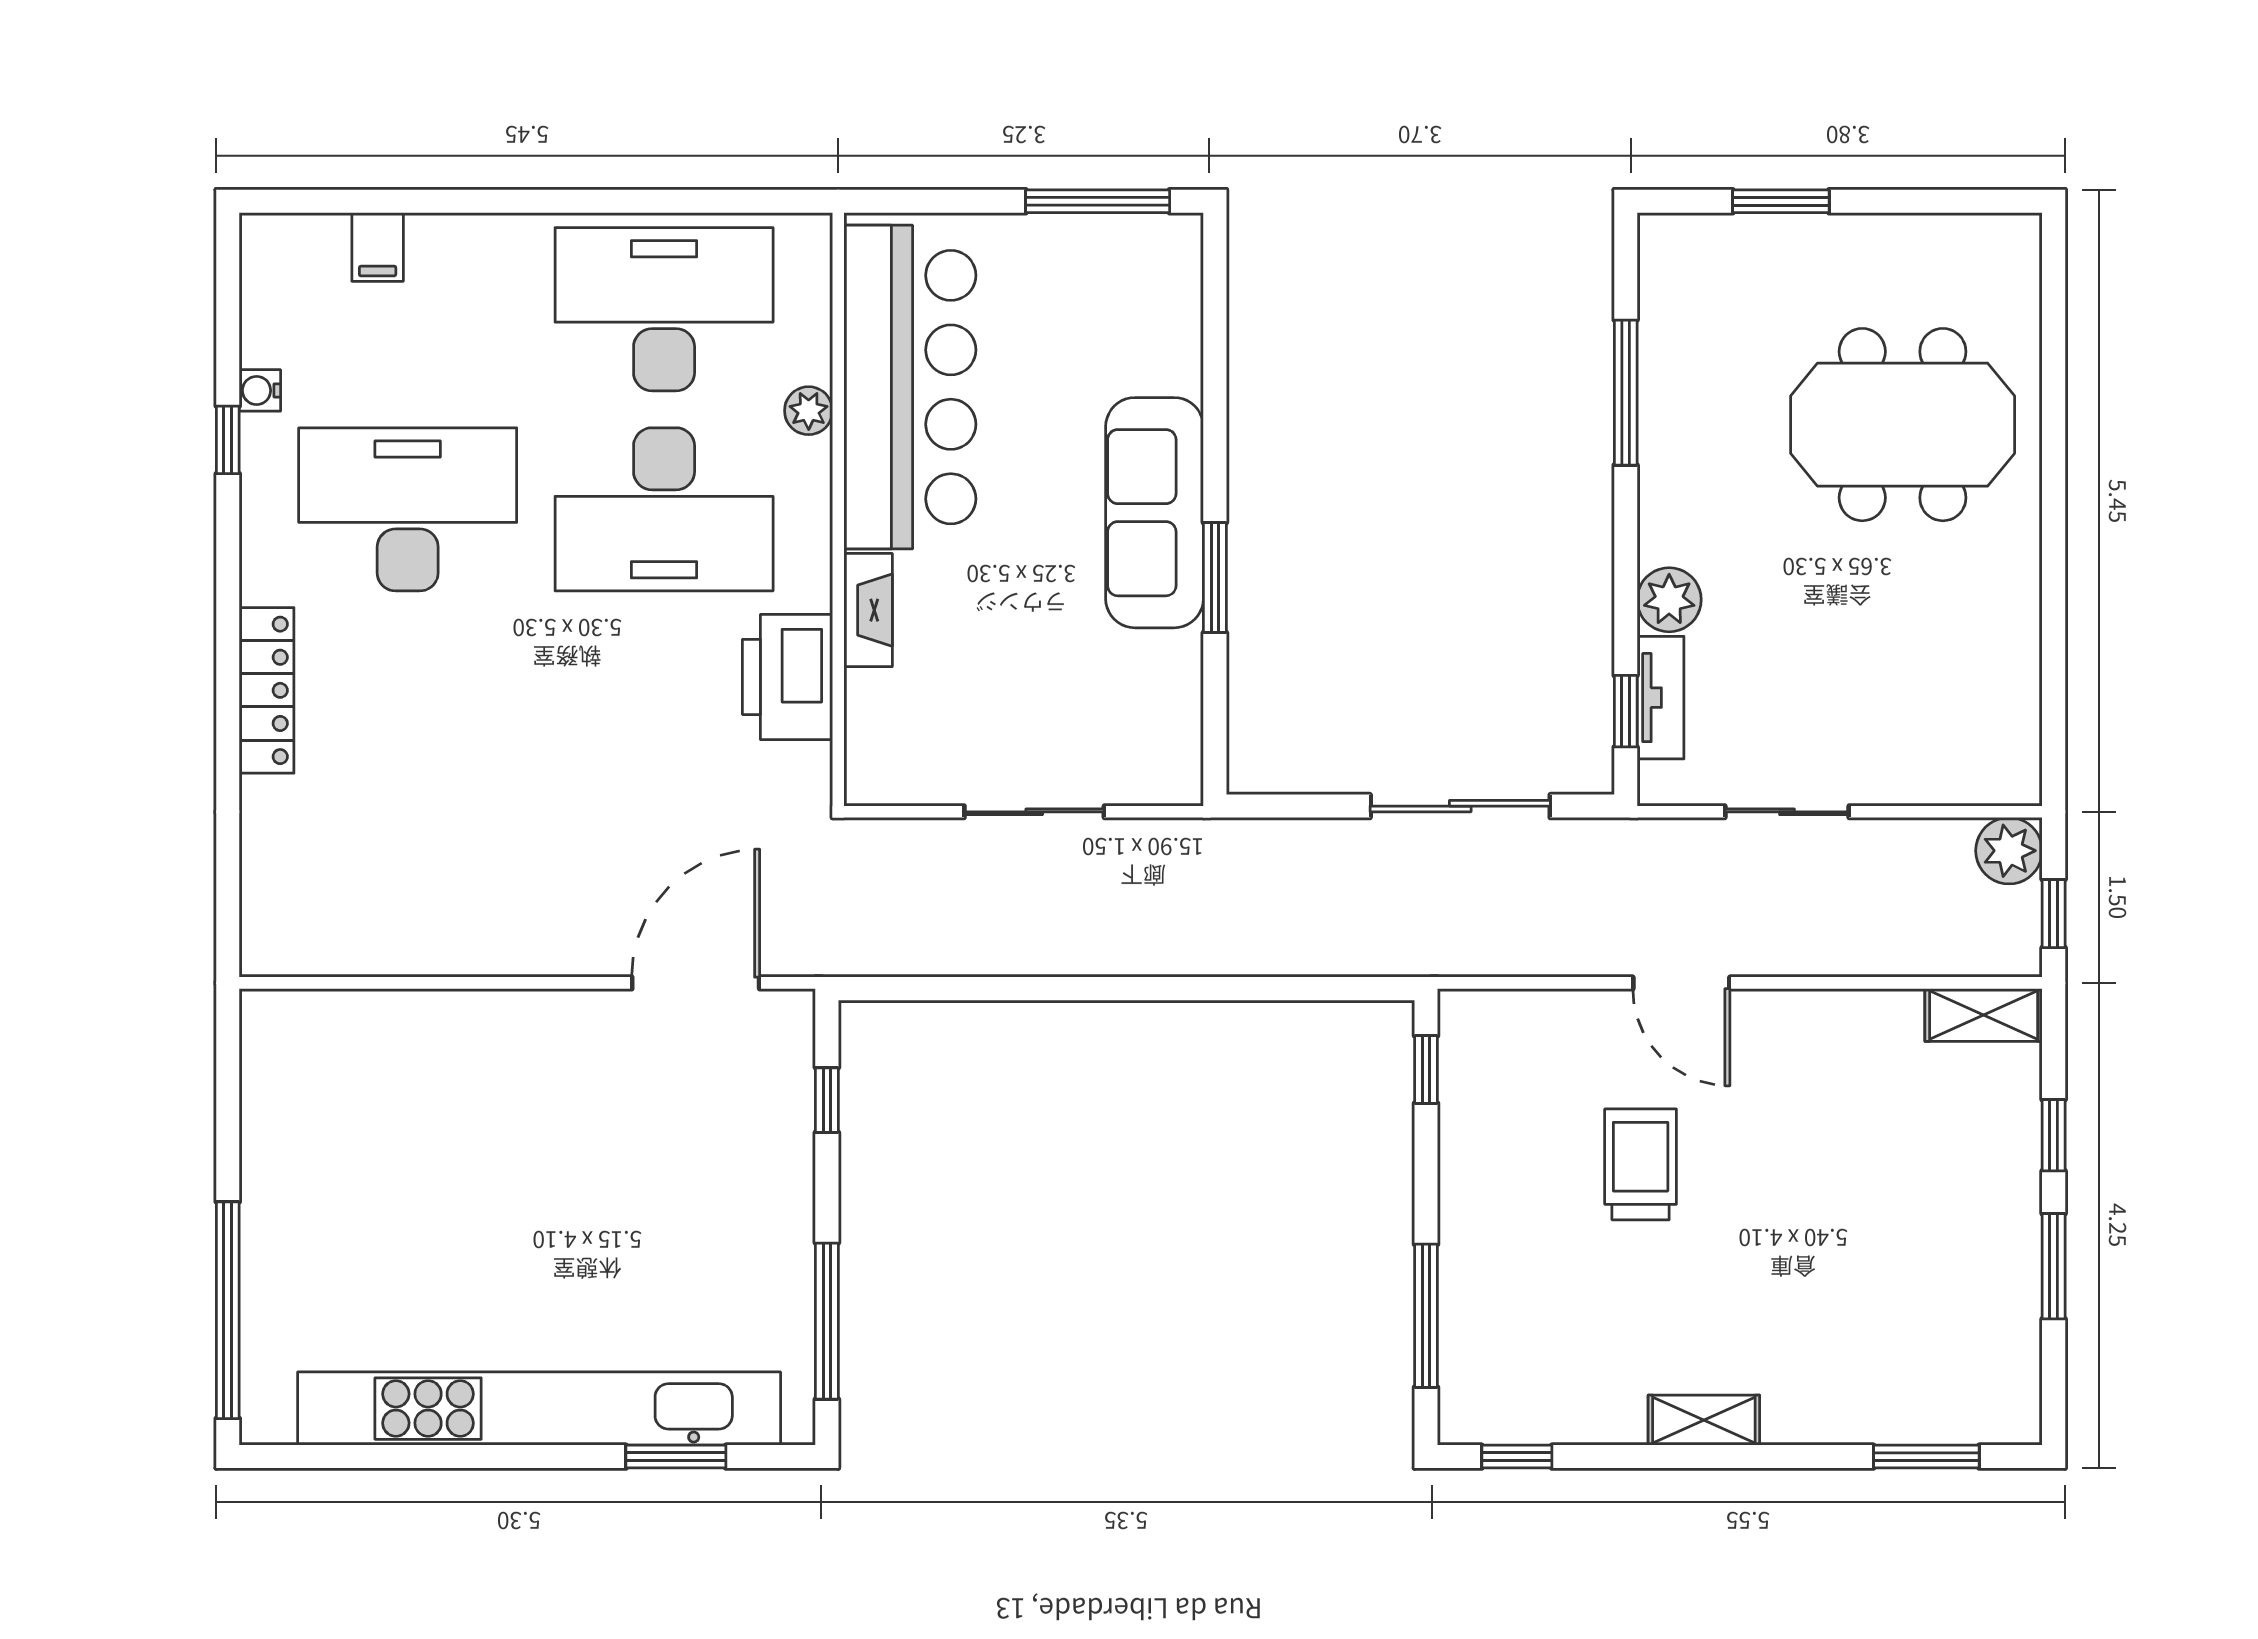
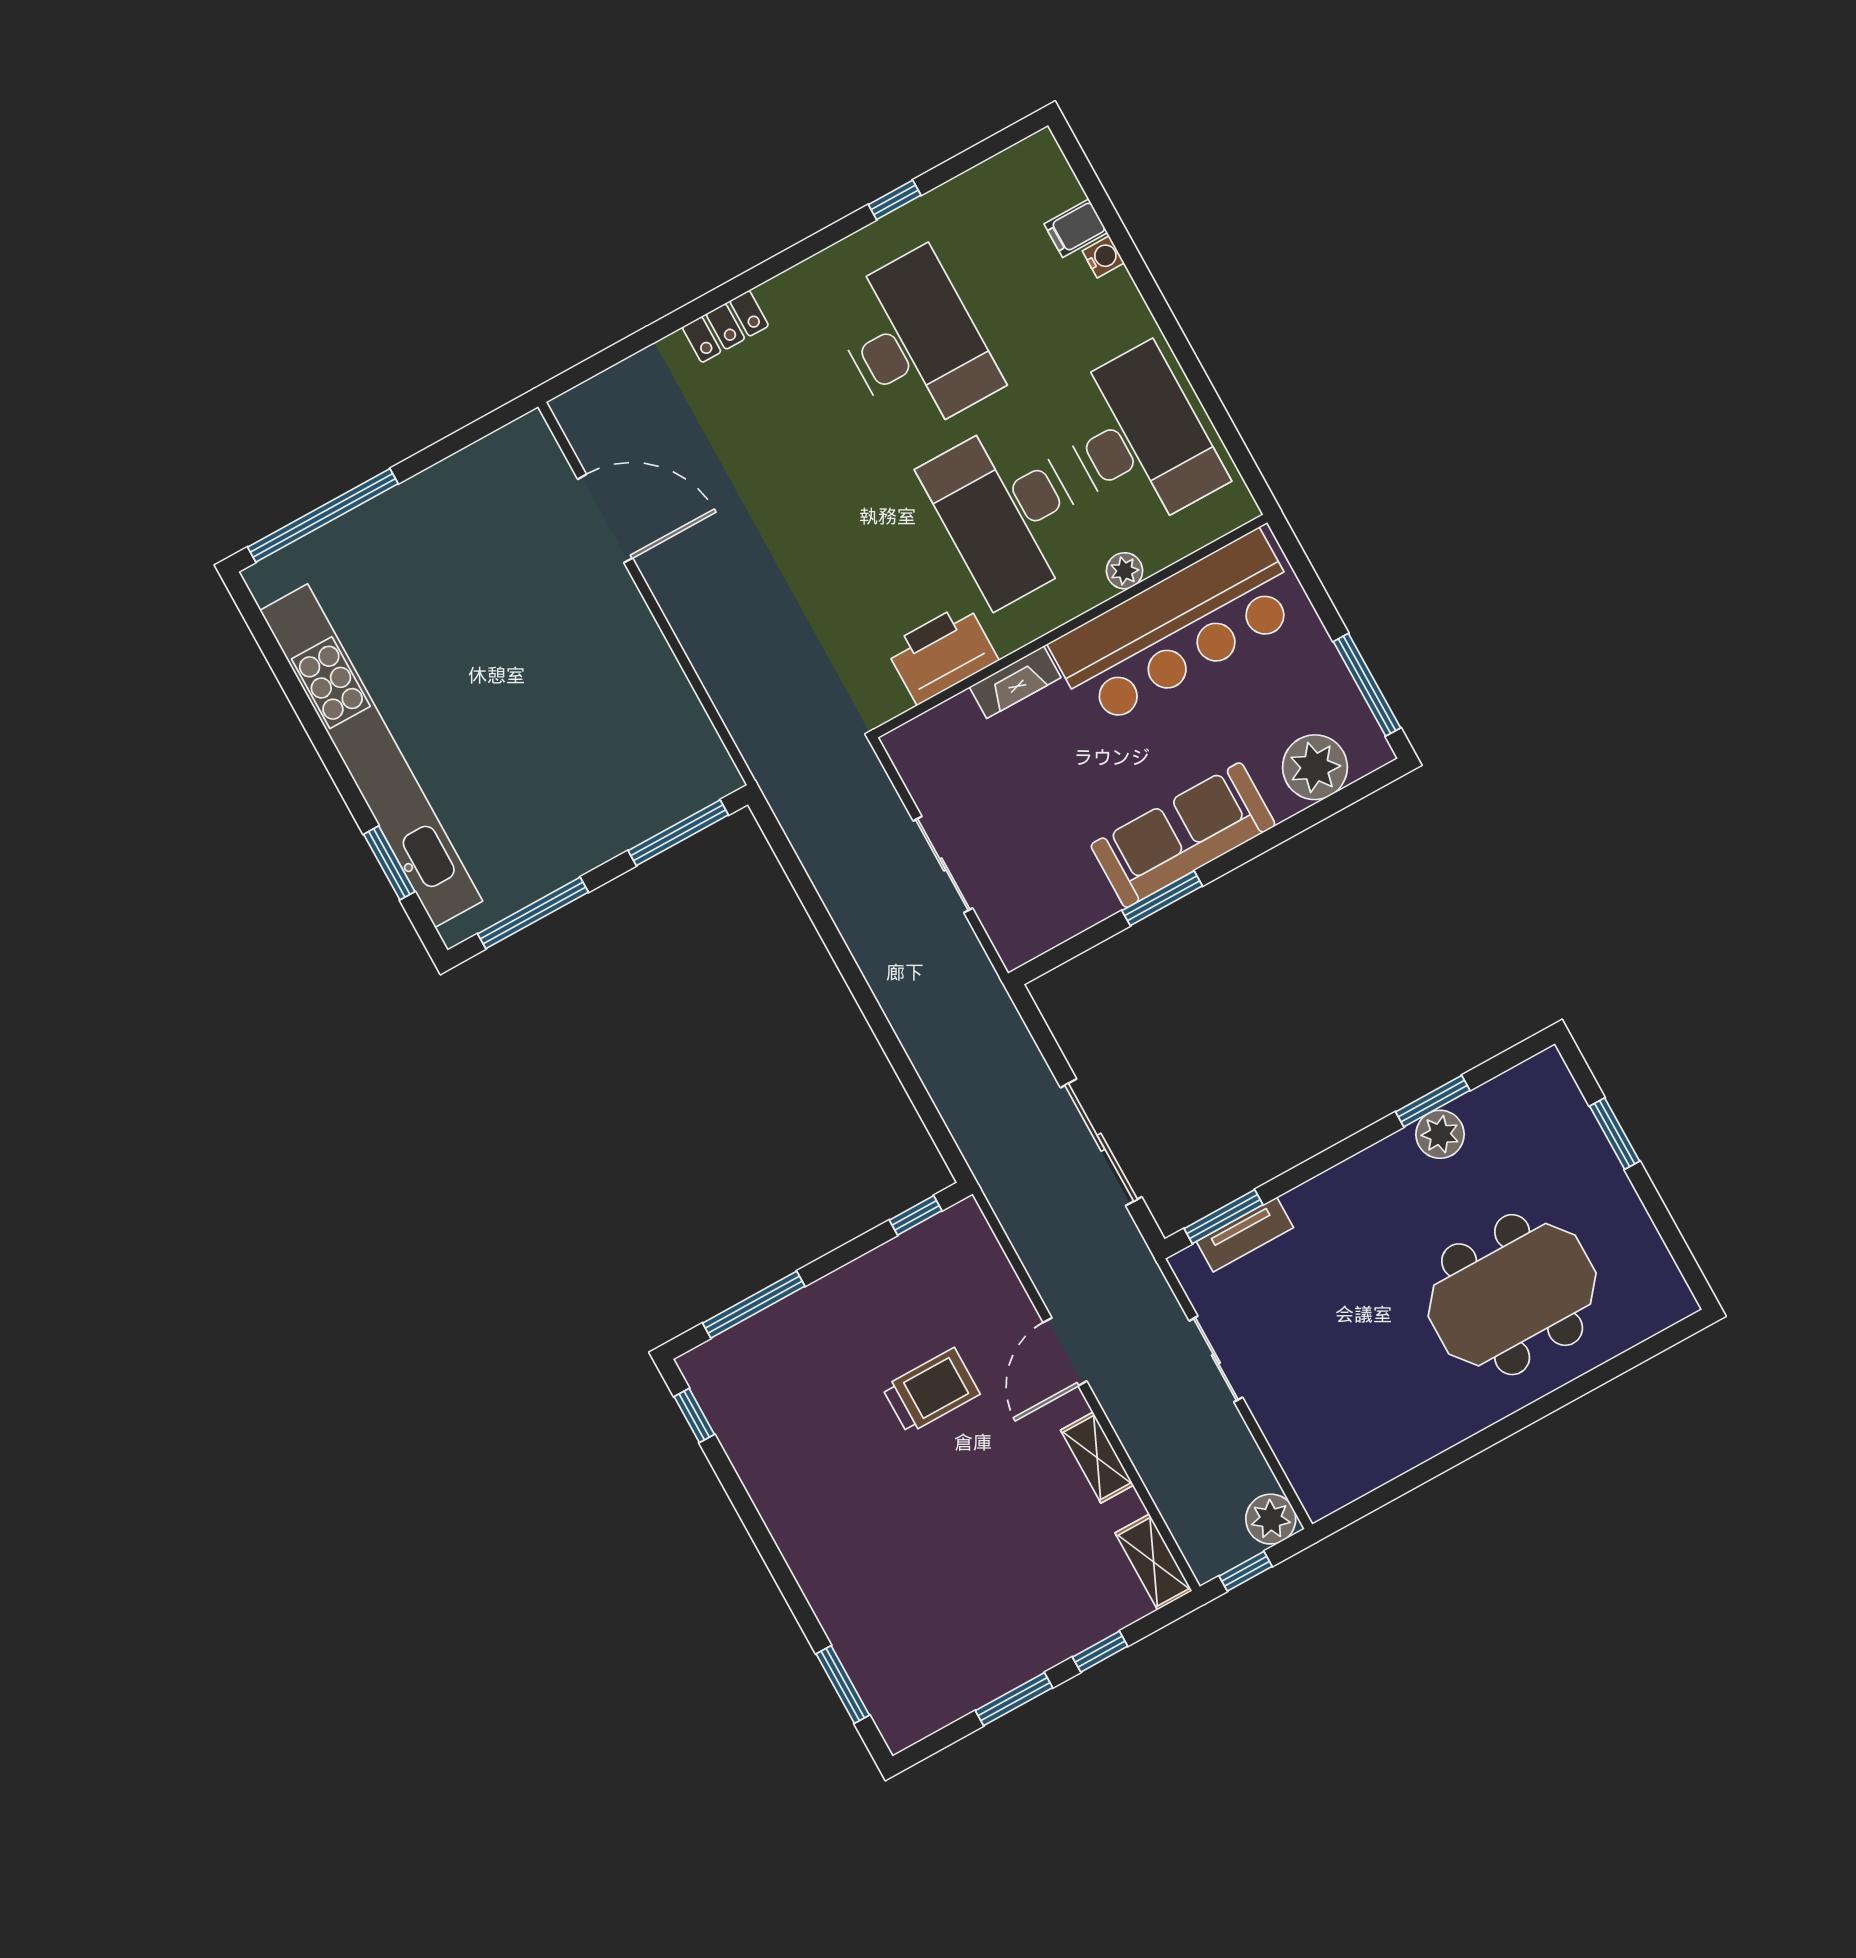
plant: (1160, 315) -> (1315, 767), added
water cooler: (260, 390) -> (1103, 257), moved, turned 90
window: (1626, 393) -> (1433, 1101), width x0.69
meeting table: (1903, 425) -> (1512, 1295), turned 90
plant: (1669, 600) -> (1440, 1134), moved
locker: (267, 690) -> (725, 326), width x0.66
window: (1626, 711) -> (1223, 1217), width x1.50
door: (696, 983) -> (605, 519), moved
window: (827, 1100) -> (678, 833), width x2.17
shelving: (1704, 1420) -> (1097, 1458), moved

